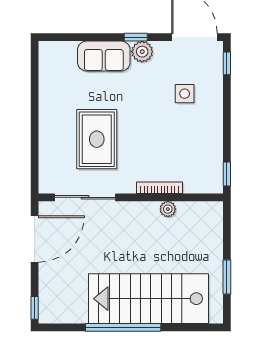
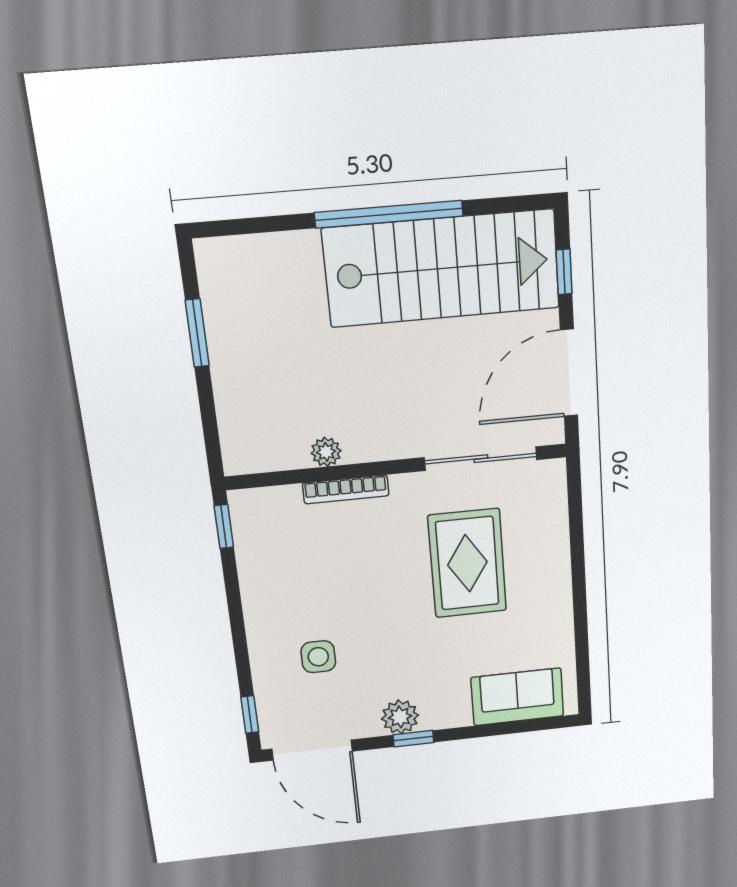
sofa: (104, 56) -> (517, 697), moved
stairs: (148, 299) -> (442, 268), moved
window: (35, 308) -> (564, 272), moved

